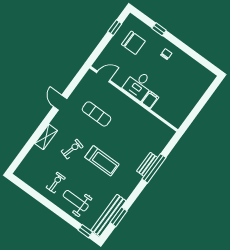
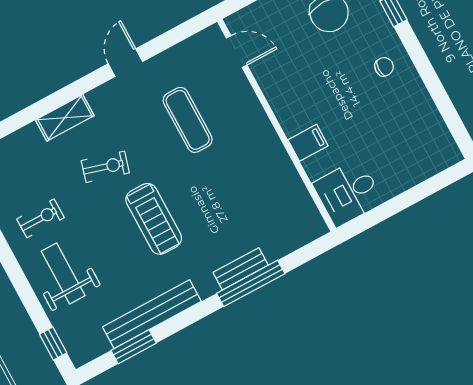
desk: (138, 85) -> (348, 193), moved
bench: (108, 215) -> (152, 314), moved

